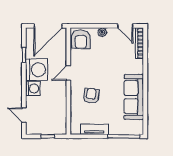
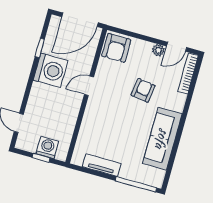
door: (125, 26) -> (177, 47), hinge flipped
plant: (102, 32) -> (158, 50), moved
washing machine: (33, 89) -> (47, 147), moved, turned -90
armchair: (91, 96) -> (143, 90), moved

